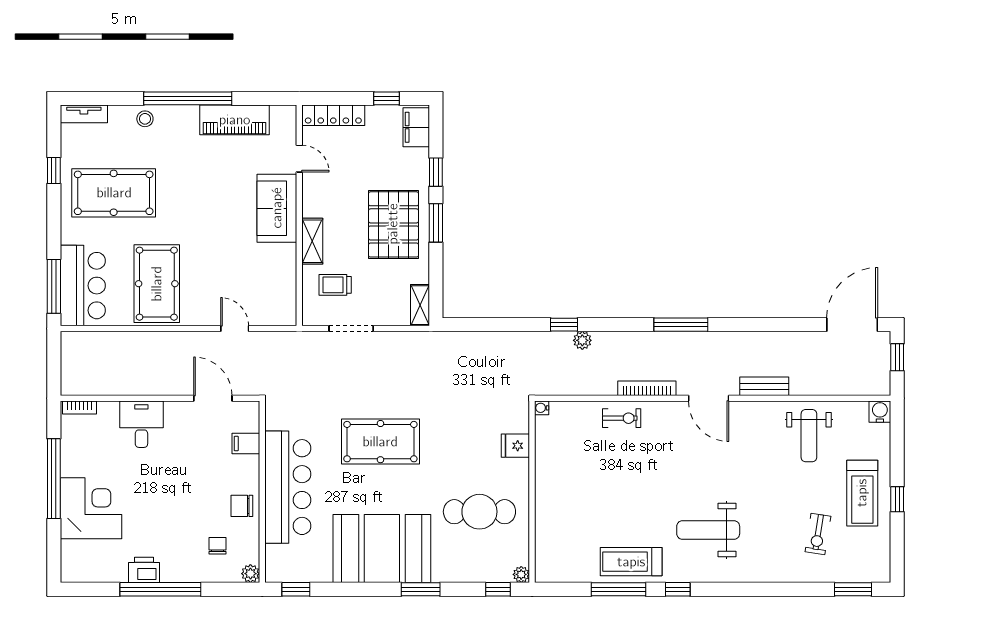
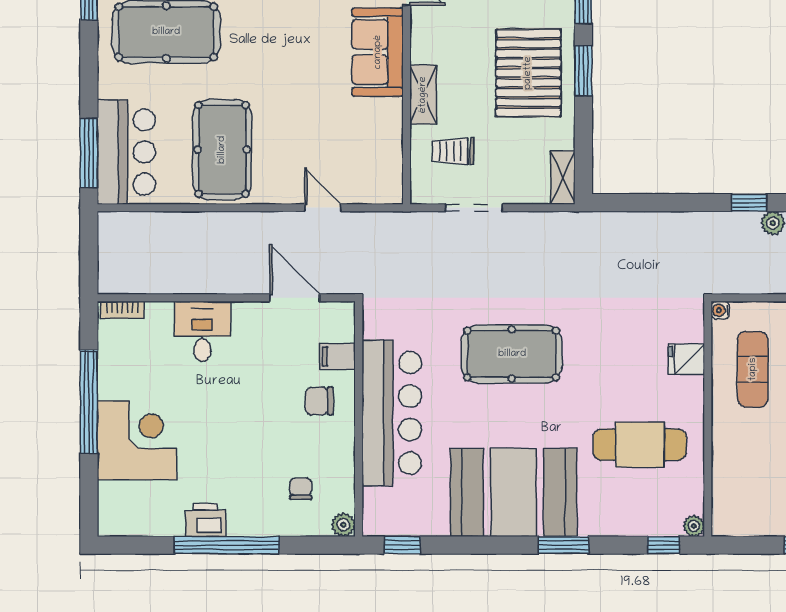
exercise mat: (567, 453) -> (753, 369), added
chair: (242, 506) -> (319, 401), moved

